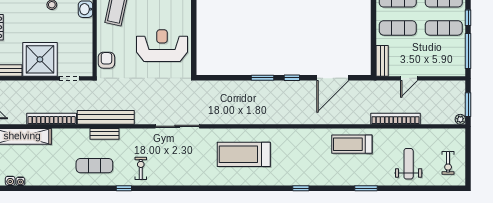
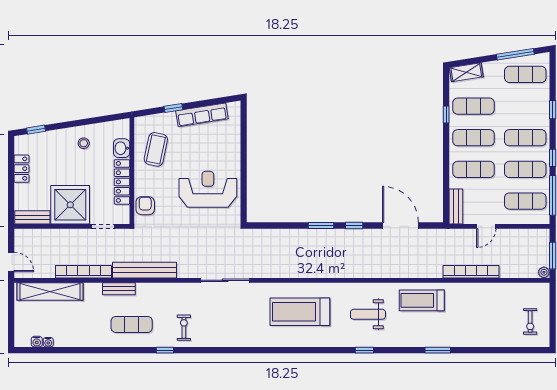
locker: (86, 39) -> (122, 182), added
exercise mat: (444, 56) -> (525, 201), added
door: (333, 78) -> (400, 226), swing flipped
bench: (104, 134) -> (119, 289), moved
weight bench: (409, 164) -> (368, 314), moved, turned -90

